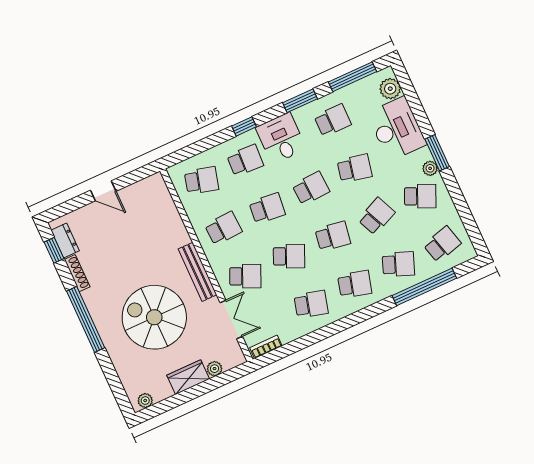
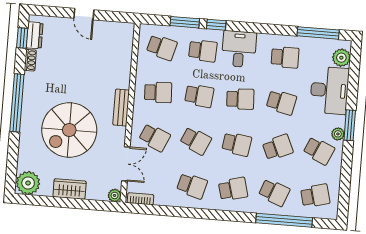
window: (300, 101) -> (185, 22), moved
bench: (198, 272) -> (121, 108), width x0.73
shoe rack: (77, 273) -> (30, 60), width x0.70
school desk: (355, 284) -> (233, 189), turned -30
spiral stairs: (154, 317) -> (69, 130), turned -90
plant: (215, 369) -> (115, 195), moved
plant: (145, 401) -> (28, 183), width x1.87, depth x1.87

